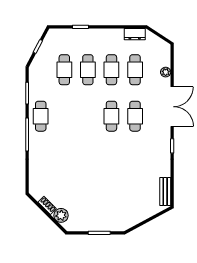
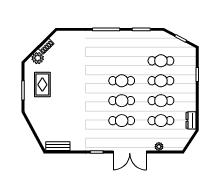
cafe table: (41, 116) -> (122, 81), moved
rug: (92, 210) -> (42, 85), added

